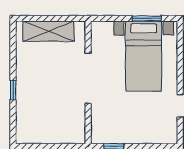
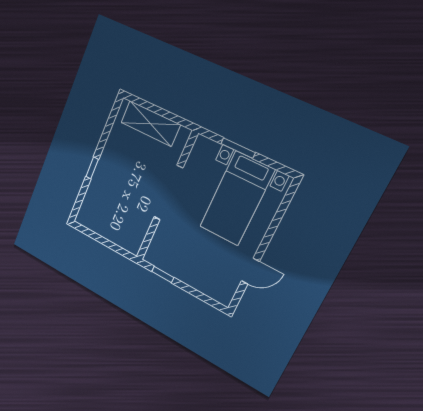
window: (147, 18) -> (238, 148), moved

